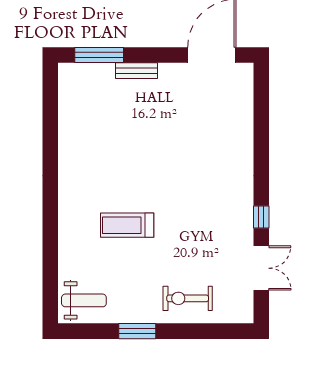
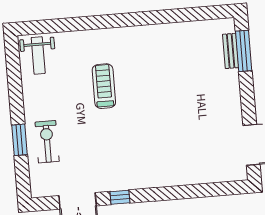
bench: (137, 71) -> (231, 51), moved
window: (137, 331) -> (19, 140), moved

